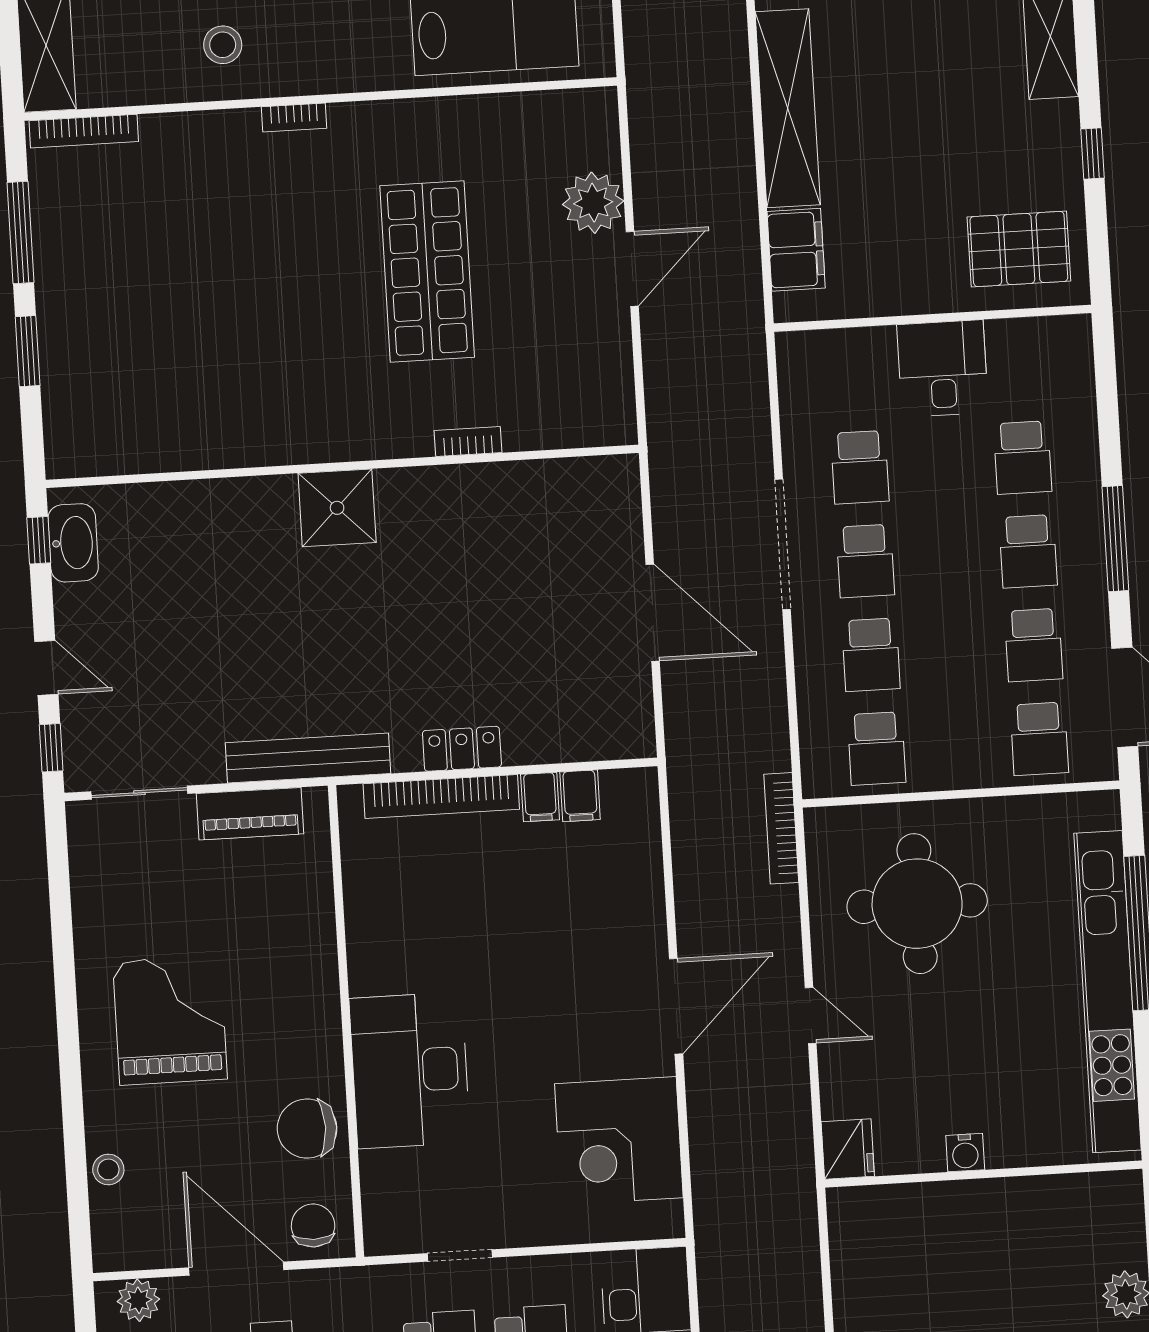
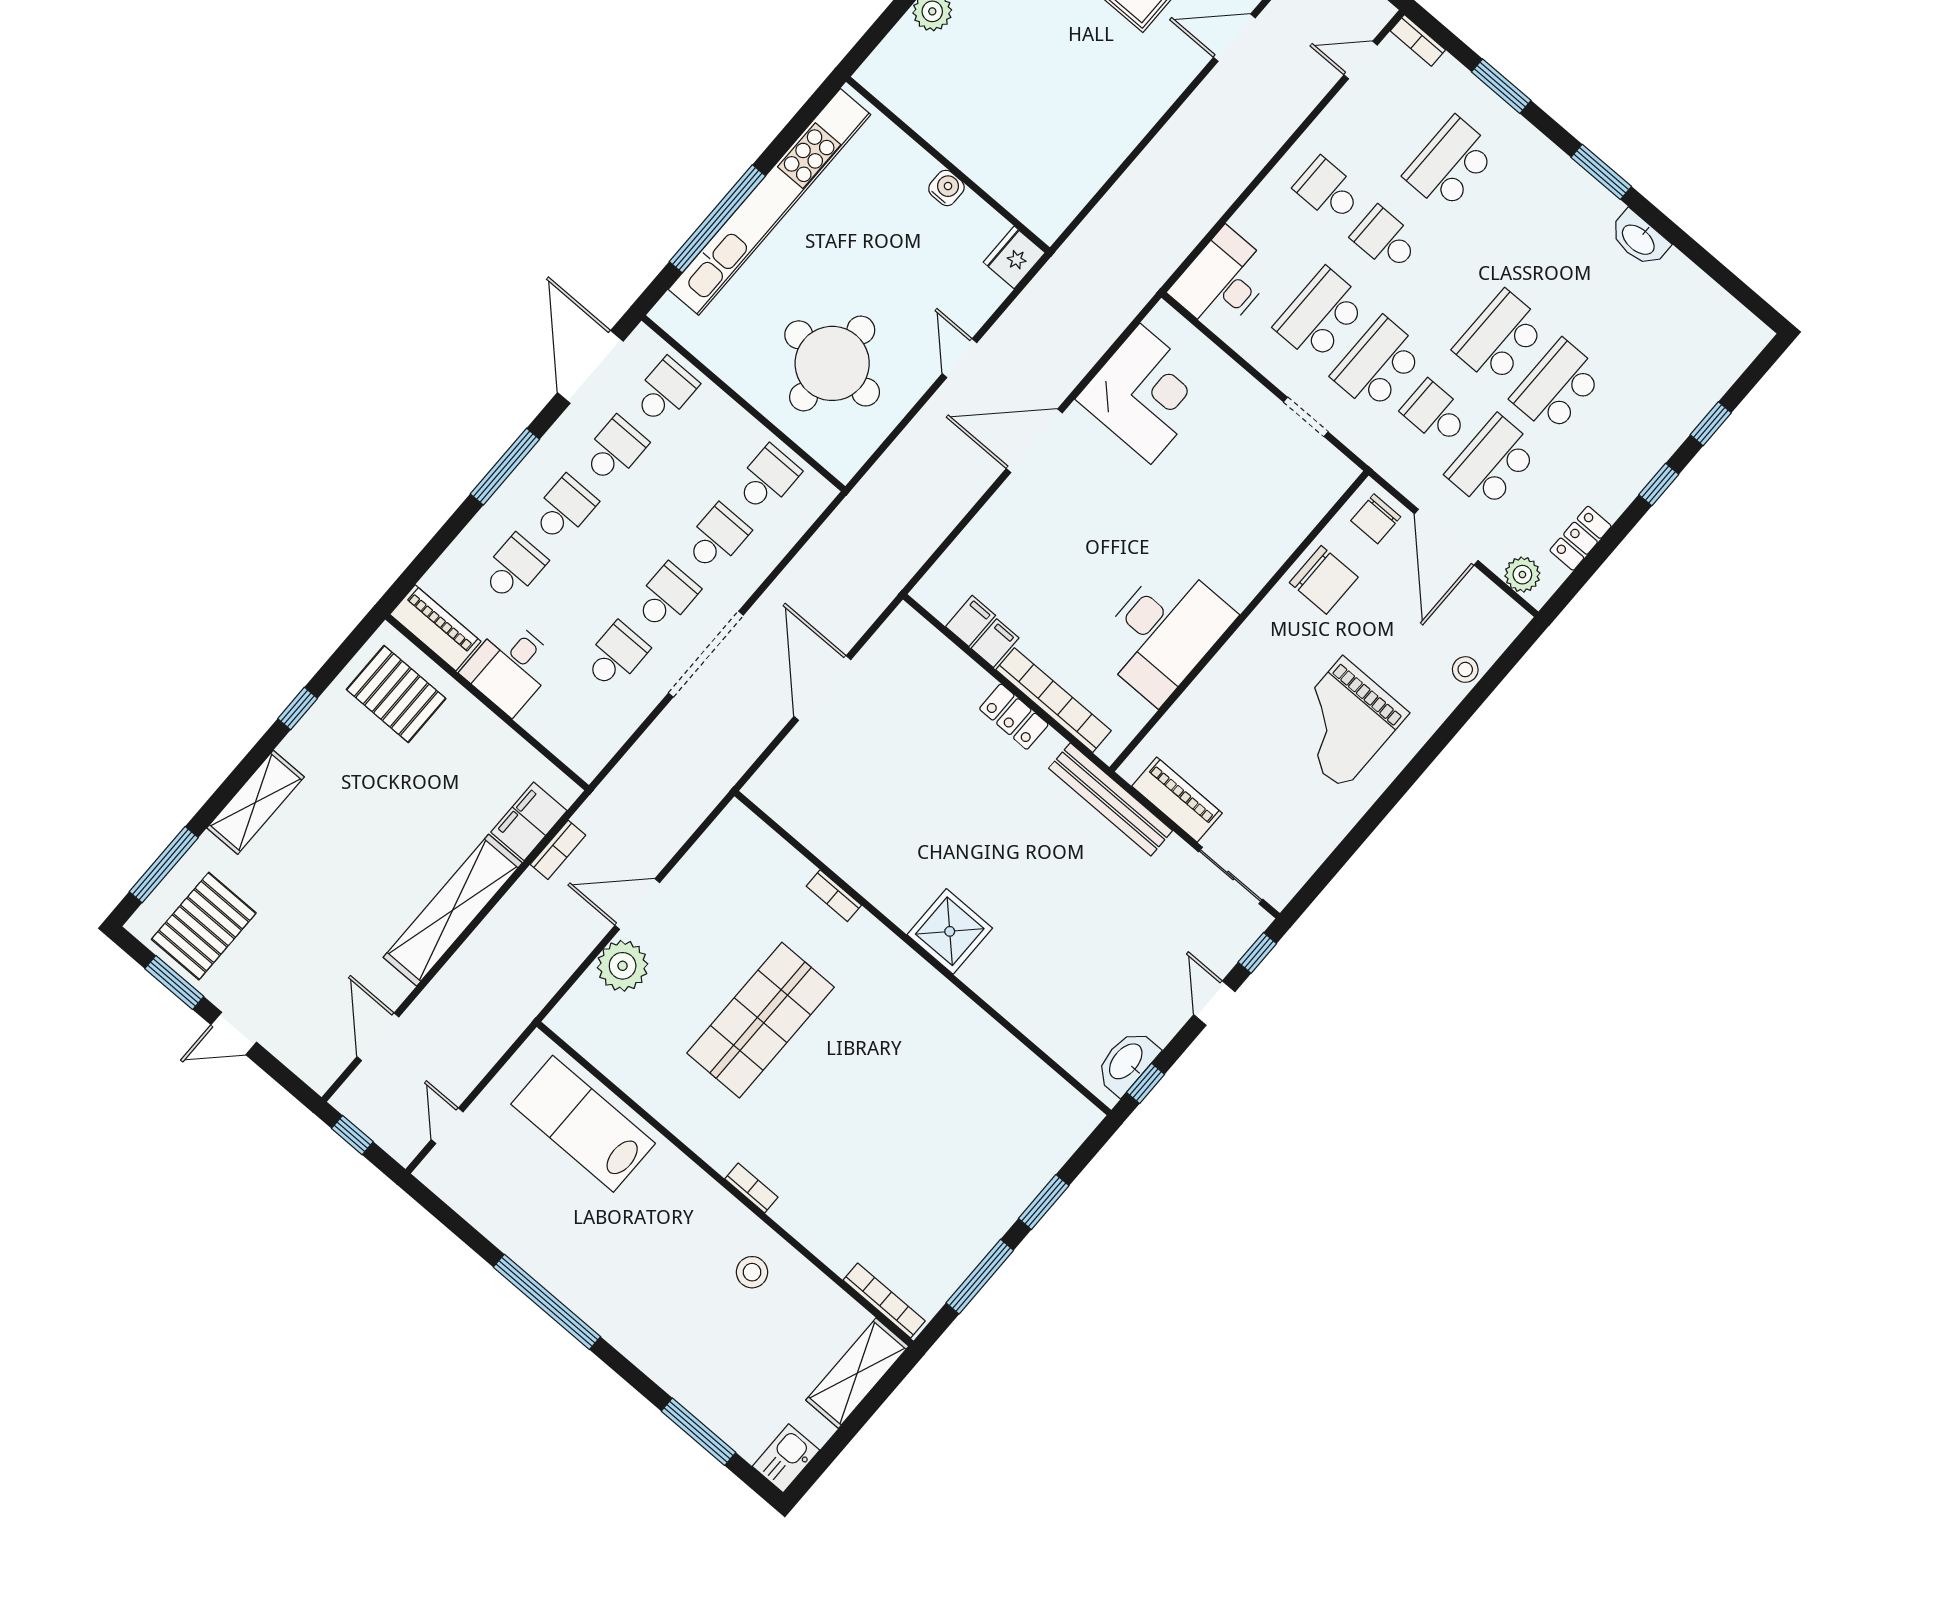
piano: (1040, 340) -> (435, 628), added
bookcase: (781, 828) -> (558, 850), moved, width x0.64
desk: (410, 1070) -> (1164, 632), moved

